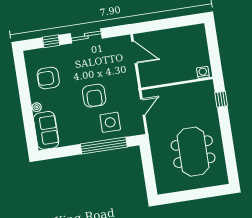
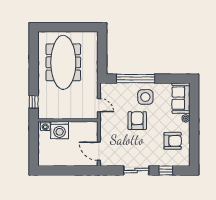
washing machine: (185, 70) -> (60, 130), added
door: (143, 107) -> (99, 105), swing flipped
side table: (110, 122) -> (145, 97), moved
meeting table: (193, 152) -> (63, 62), width x1.36

